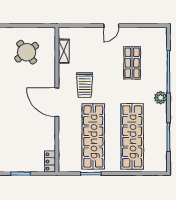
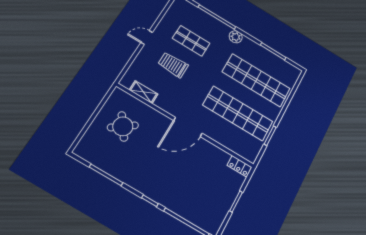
door: (111, 26) -> (147, 37), swing flipped
trolley: (85, 85) -> (173, 65), moved, turned 180

